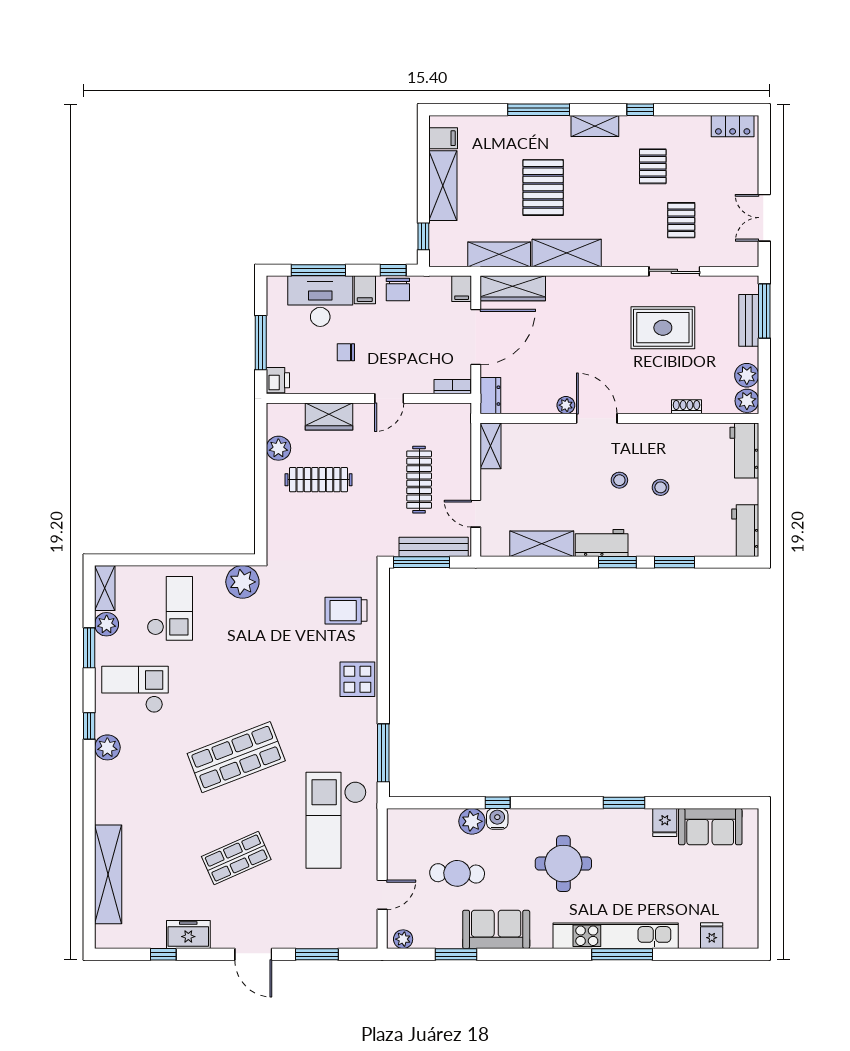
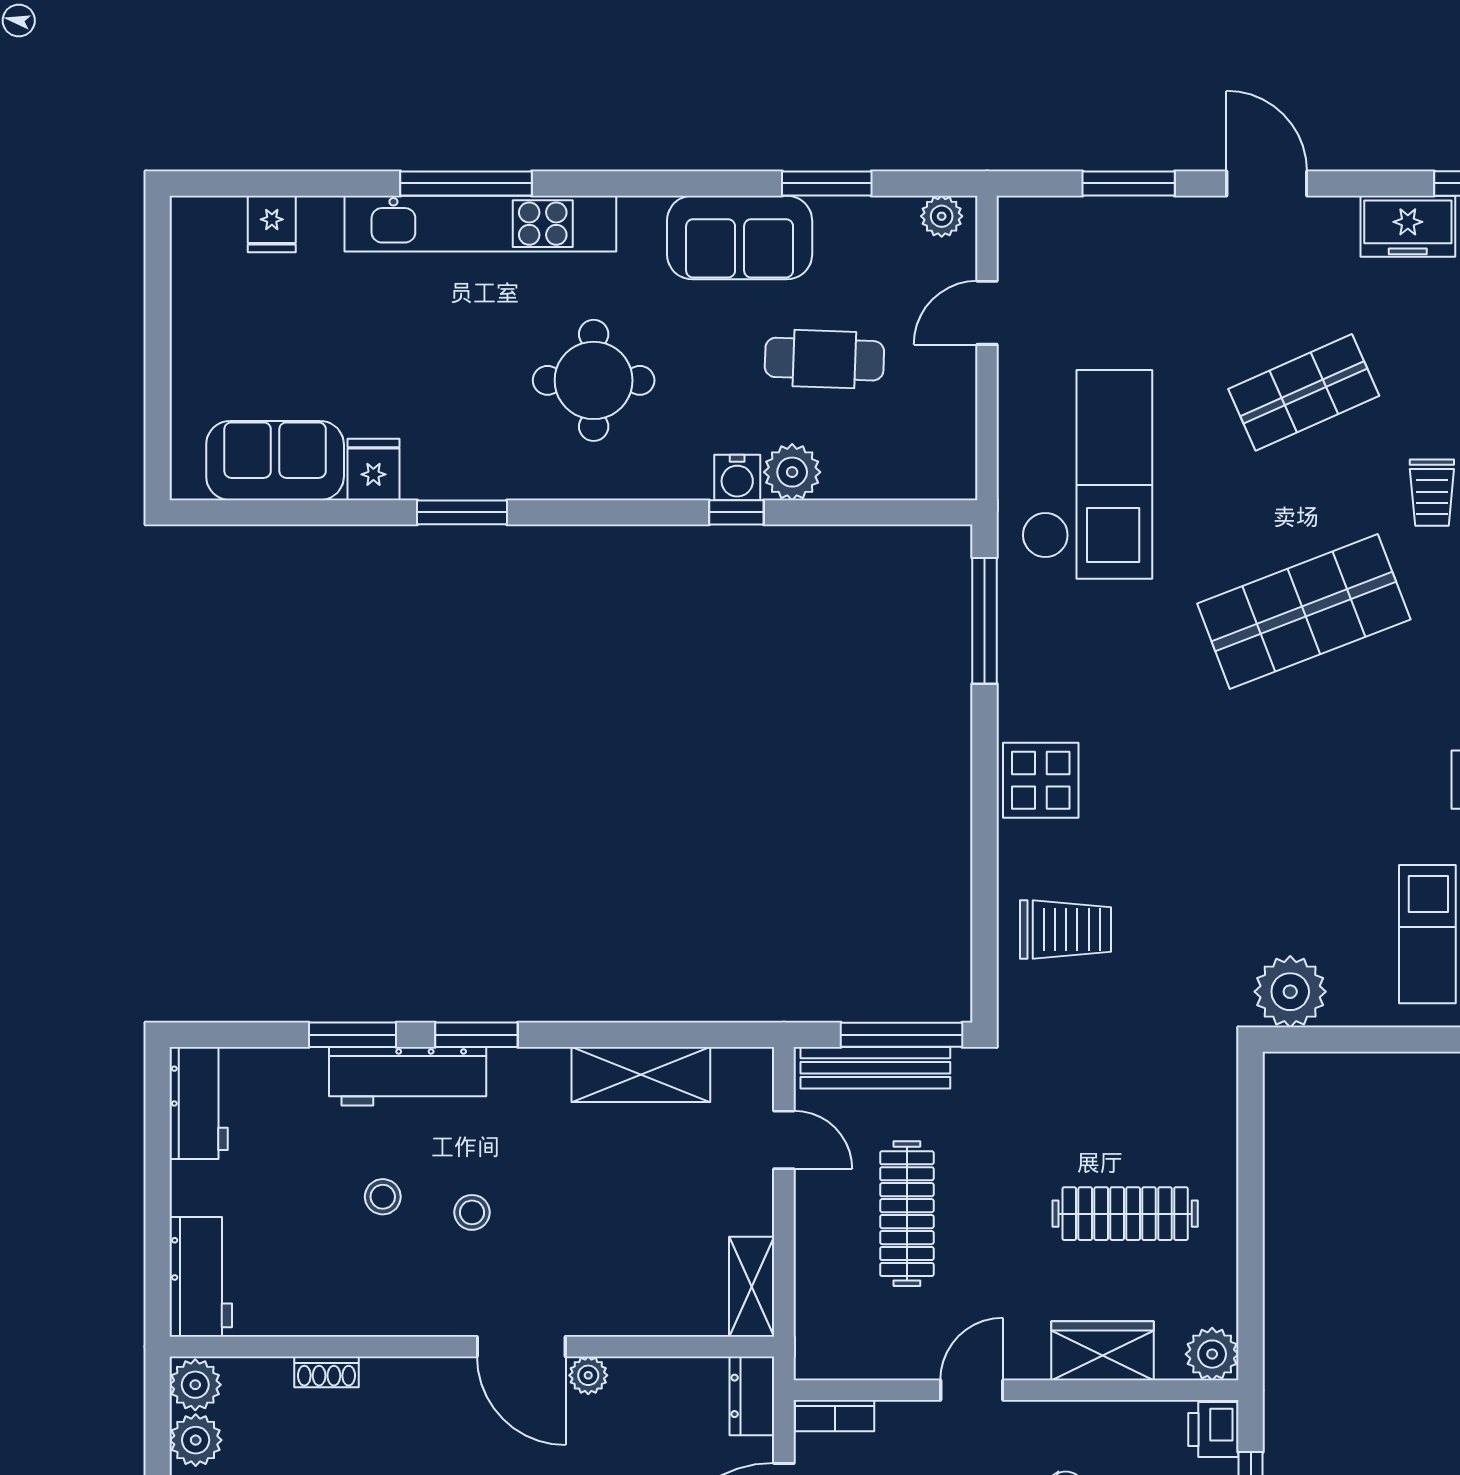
plant: (278, 448) -> (1212, 1354), moved
workbench: (602, 543) -> (408, 1076), moved, width x1.38
trolley: (177, 812) -> (1432, 493), added

